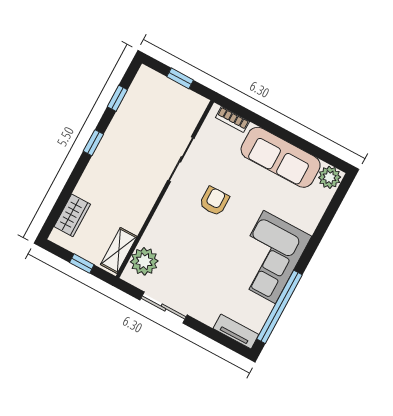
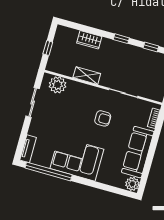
wardrobe: (72, 215) -> (89, 40), moved
shelving: (119, 250) -> (87, 76), moved

